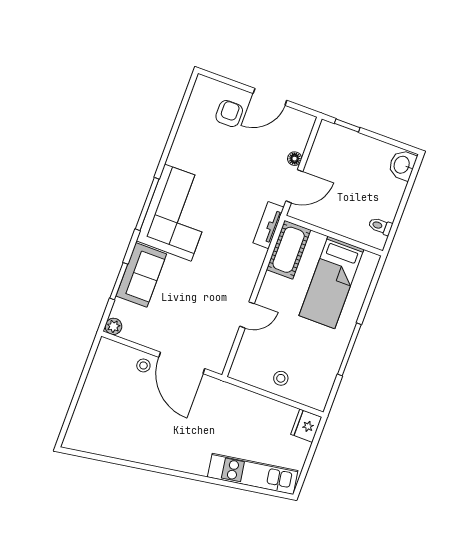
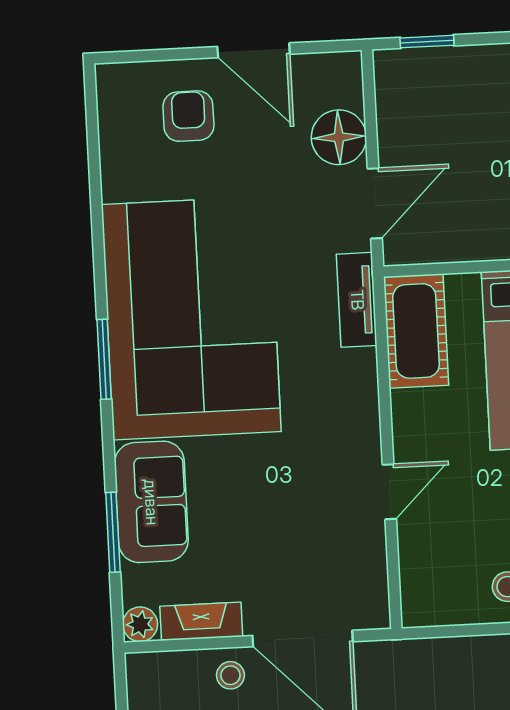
door: (270, 97) -> (254, 50), hinge flipped
floor lamp: (295, 159) -> (339, 137), width x1.89, depth x1.89
window: (147, 204) -> (104, 359), width x0.69
corner sofa: (178, 213) -> (191, 318), width x1.36, depth x1.36
fireplace: (141, 336) -> (201, 621), added

